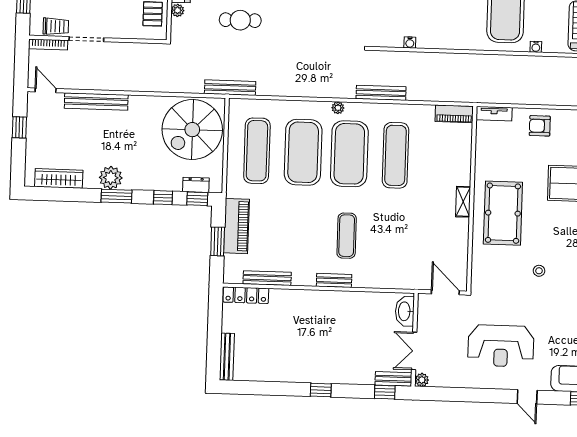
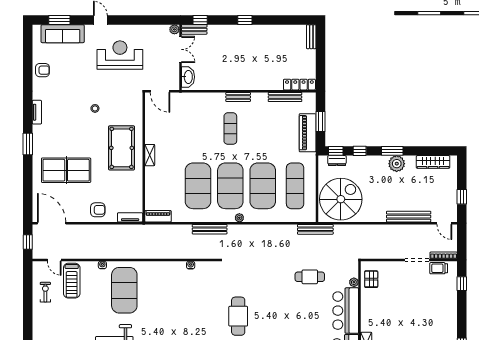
exercise mat: (396, 155) -> (198, 186), width x1.47
bench: (227, 357) -> (311, 37), width x0.73

